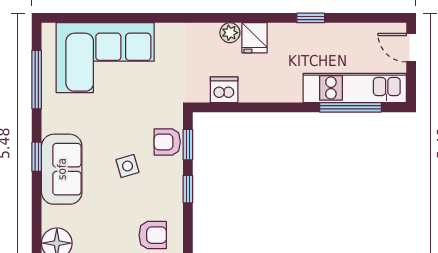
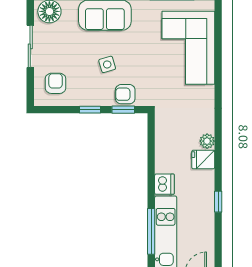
dishwasher: (224, 90) -> (164, 184), moved
armchair: (167, 142) -> (125, 94), turned -90
armchair: (153, 235) -> (56, 83), turned 180

